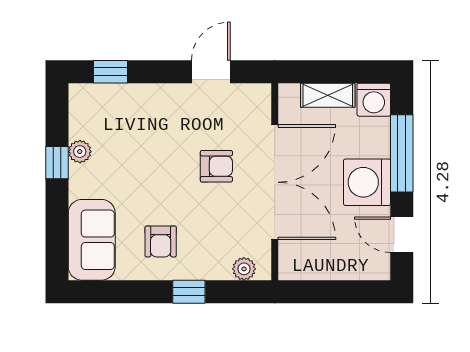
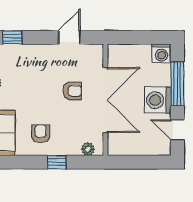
shelving: (328, 95) -> (135, 51), removed
armchair: (161, 241) -> (41, 134), turned 180

